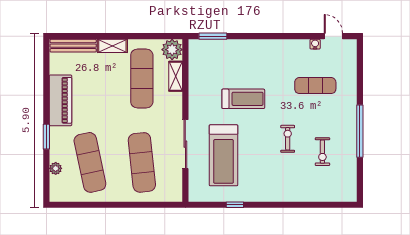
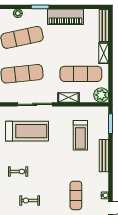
bench: (259, 46) -> (104, 156), added
shelving: (176, 76) -> (68, 97), moved
treadmill: (243, 99) -> (80, 135), moved
exercise bike: (288, 139) -> (18, 171), moved
treadmill: (223, 155) -> (27, 131), turned 180

